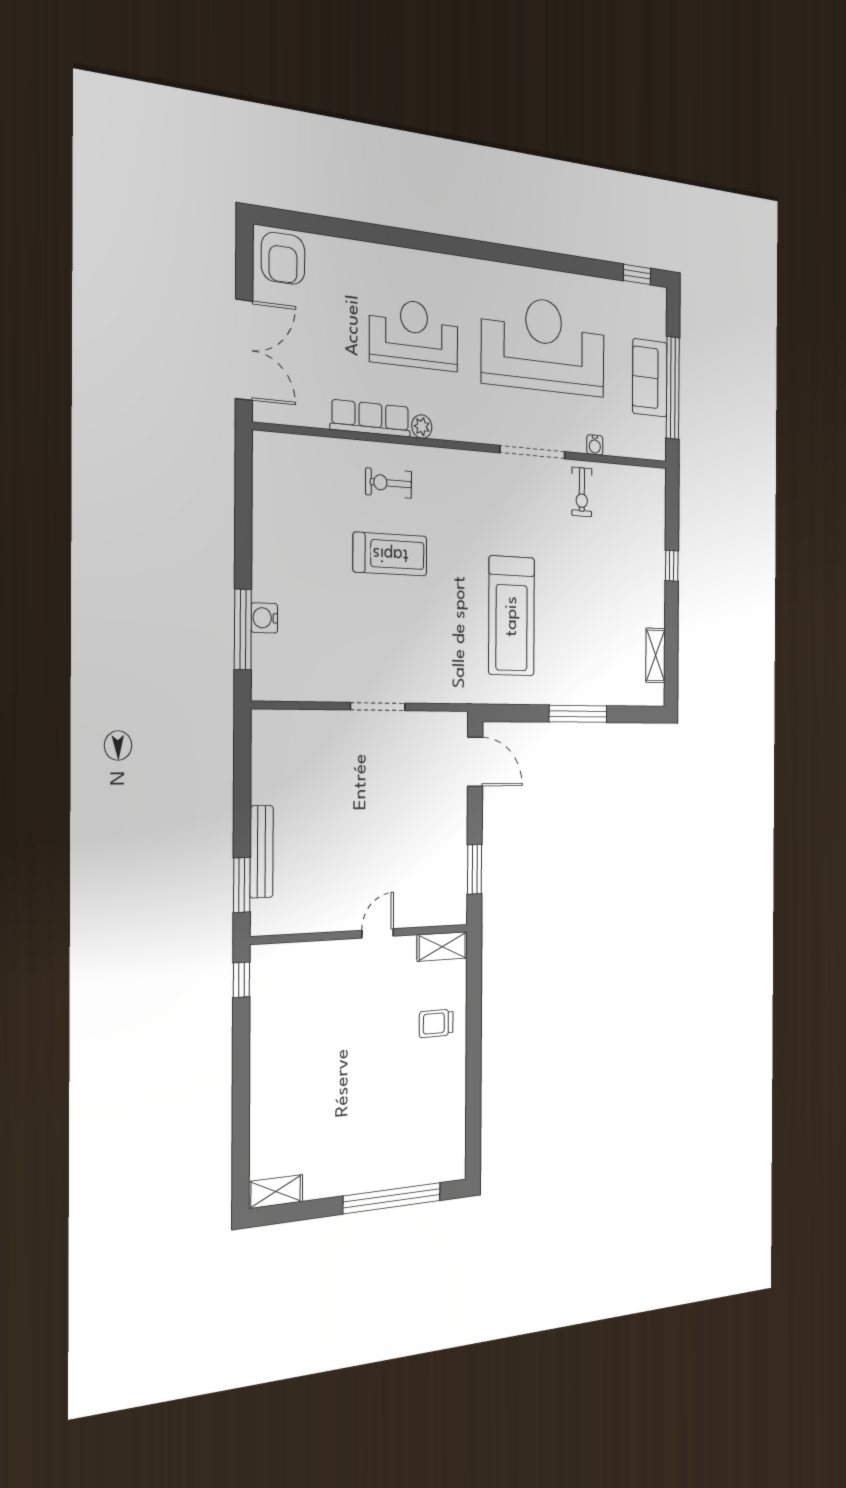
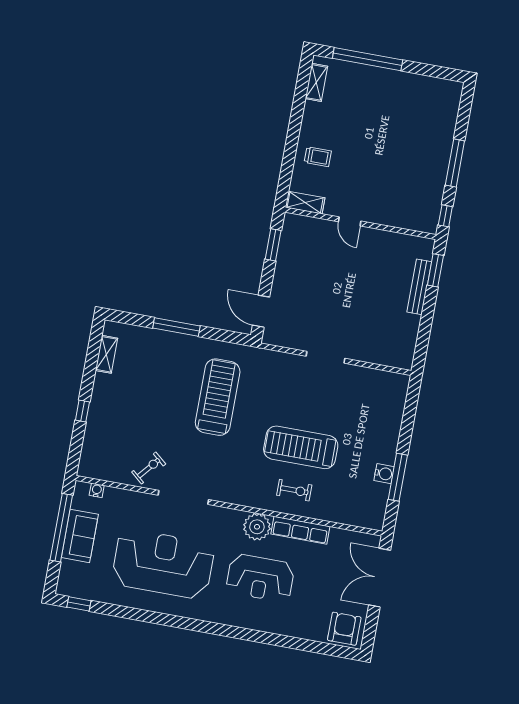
reception desk: (544, 345) -> (163, 564), turned 180
plant: (422, 427) -> (257, 527), width x1.87, depth x1.87
water cooler: (595, 445) -> (97, 490), moved
exercise bike: (582, 492) -> (149, 468), turned 40
treadmill: (390, 554) -> (301, 447), width x1.37, depth x1.38
water cooler: (264, 618) -> (384, 474), moved
window: (243, 629) -> (398, 477), moved
door: (378, 933) -> (350, 221), hinge flipped
window: (241, 1072) -> (455, 163), added
shelving: (276, 1192) -> (316, 82), moved, turned 90

